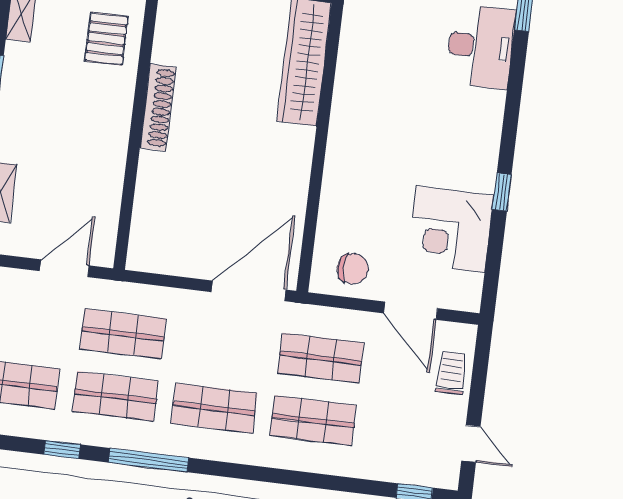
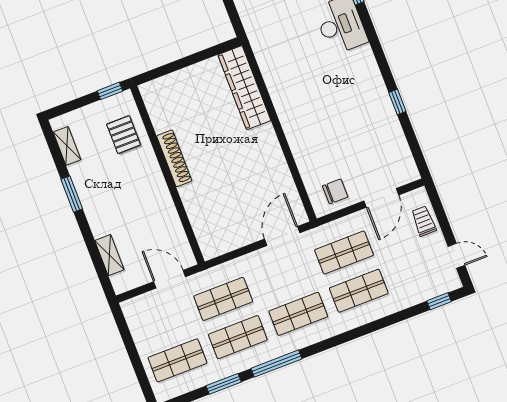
corner desk: (450, 229) -> (379, 139), removed
door: (64, 268) -> (170, 279), hinge flipped
door: (249, 291) -> (282, 236), width x0.73
door: (411, 311) -> (381, 198), hinge flipped
window: (62, 449) -> (224, 384), width x1.50

